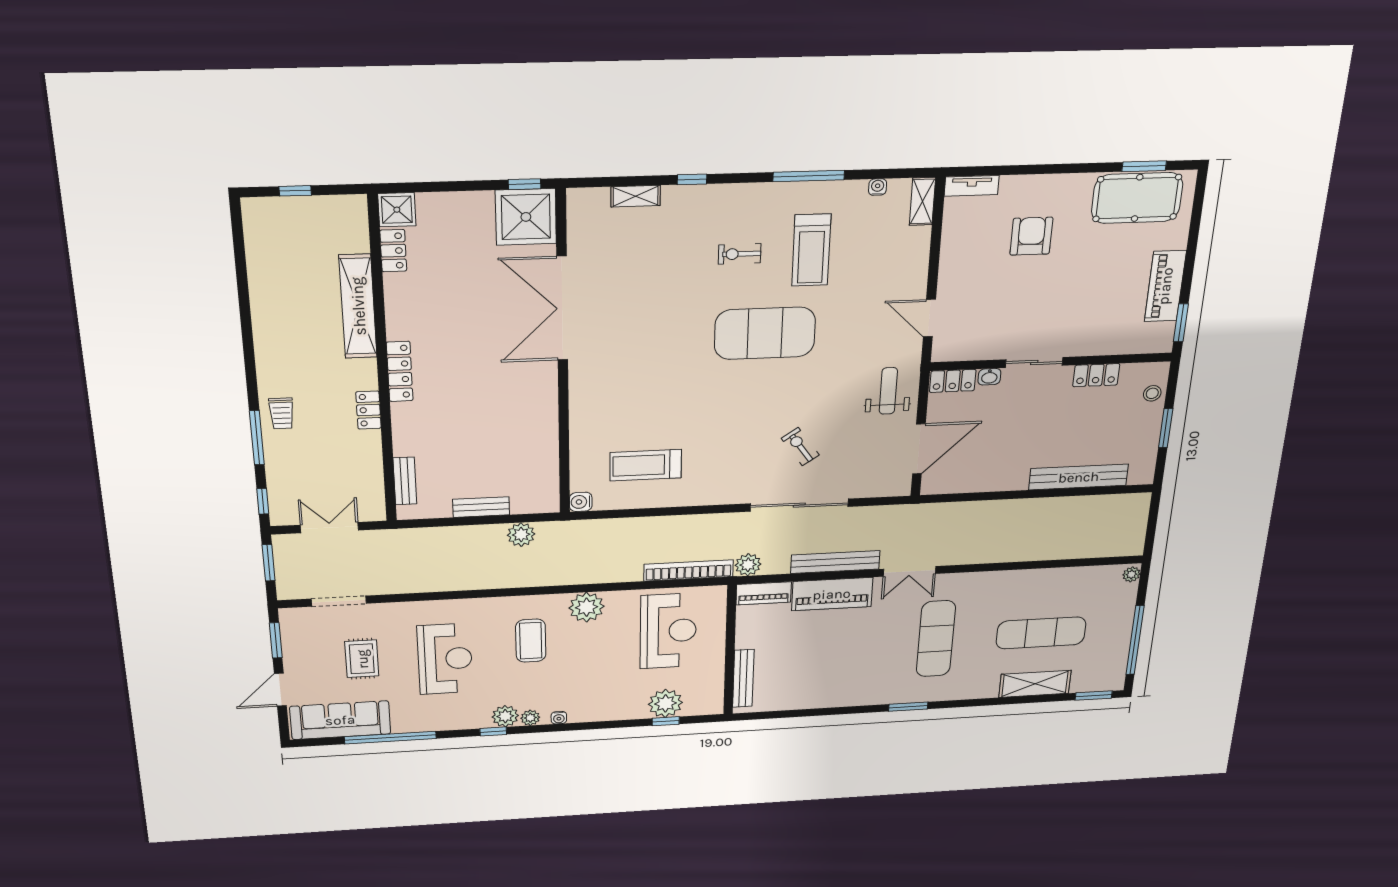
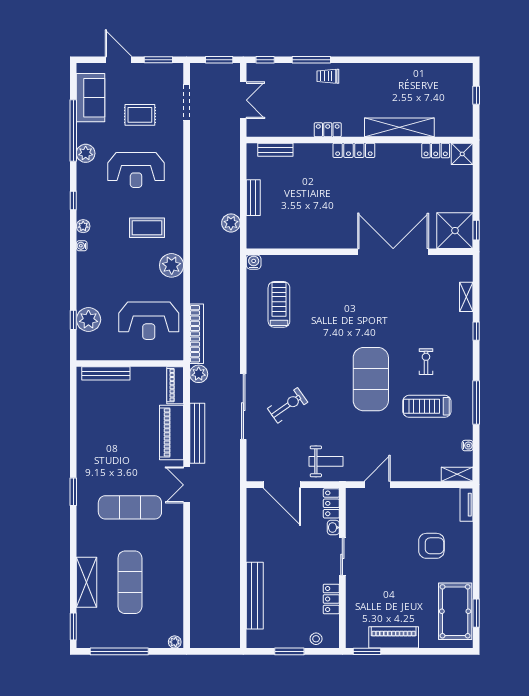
exercise bike: (800, 447) -> (288, 405), width x1.38, depth x1.39
plant: (505, 716) -> (86, 153), moved
sofa: (340, 720) -> (90, 98), width x0.73

